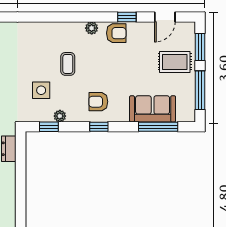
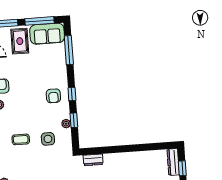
coffee table: (68, 64) -> (21, 139), moved
sofa: (153, 109) -> (47, 34), moved, turned -90
window: (49, 127) -> (74, 120), moved

